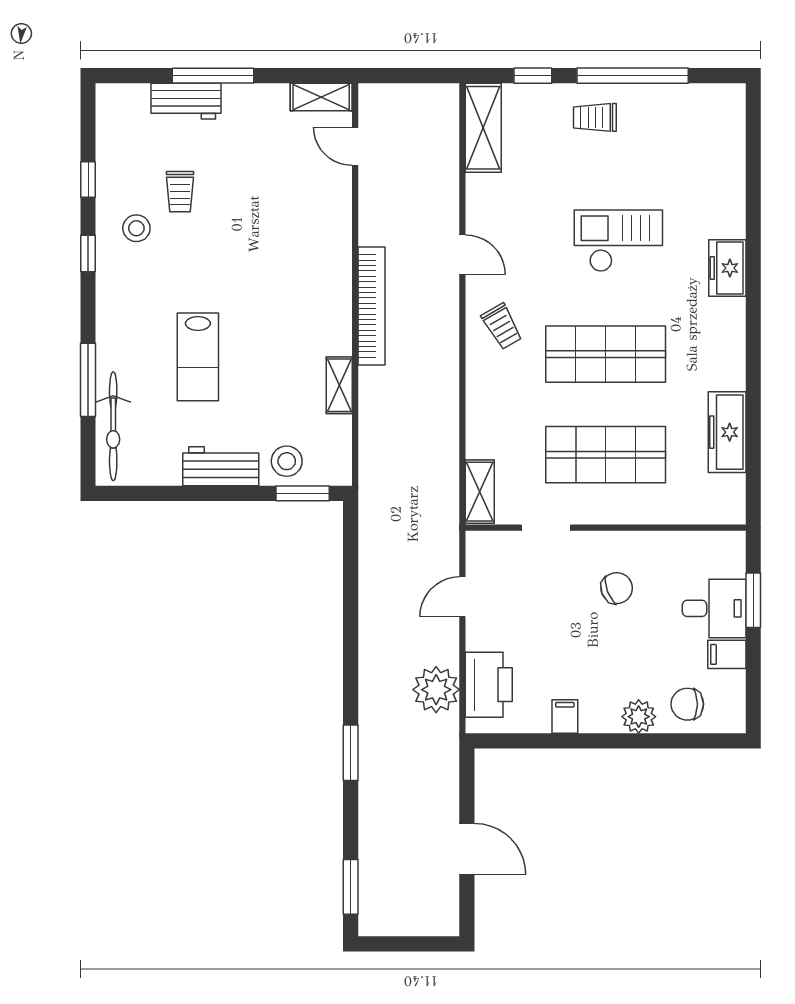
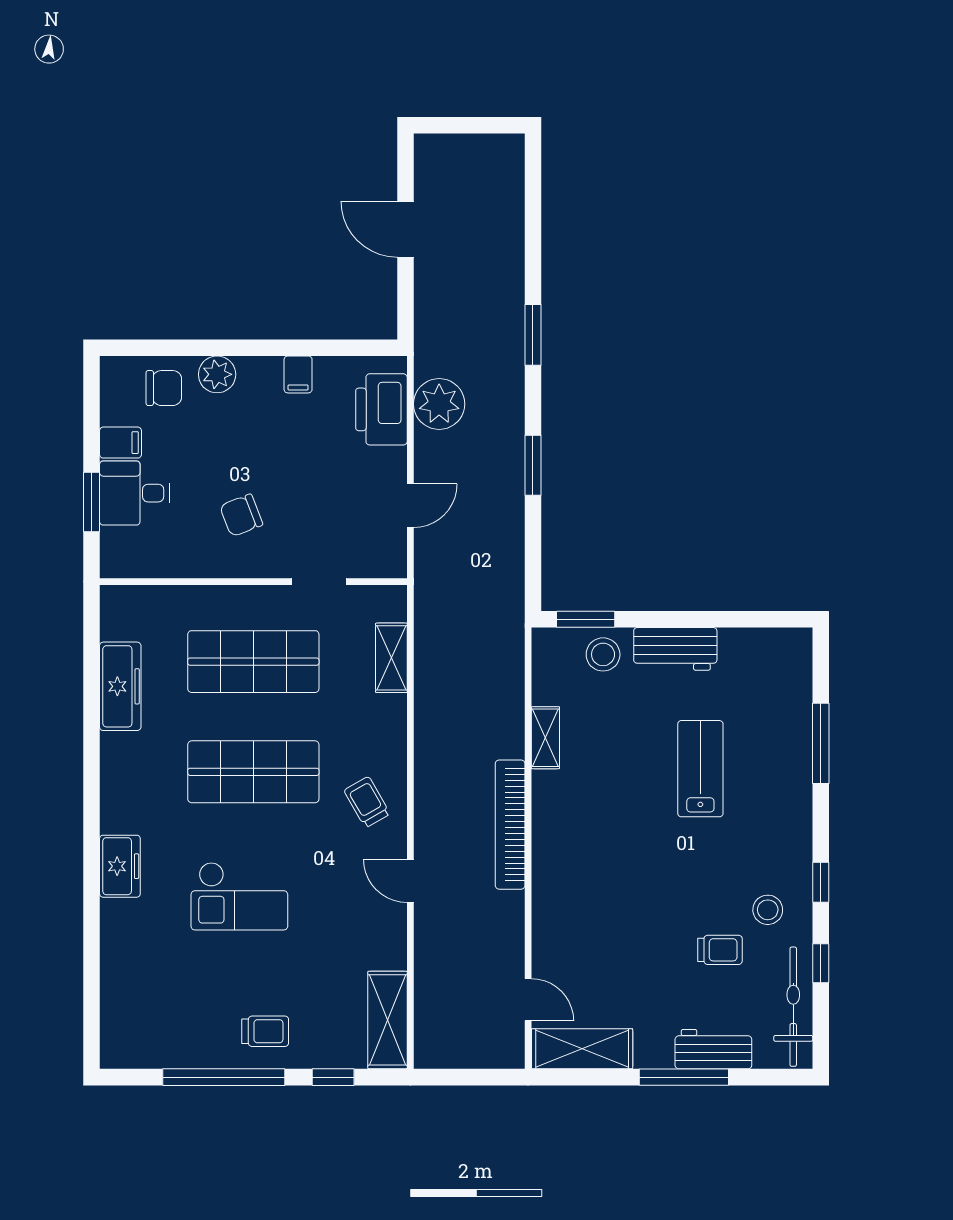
shelving: (321, 97) -> (582, 1049), width x1.50, depth x1.33
trolley: (180, 192) -> (720, 950), turned 90
bicycle: (113, 426) -> (793, 1007), moved
shelving: (480, 492) -> (391, 658), moved
window: (351, 887) -> (533, 465), moved

